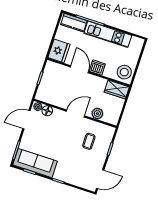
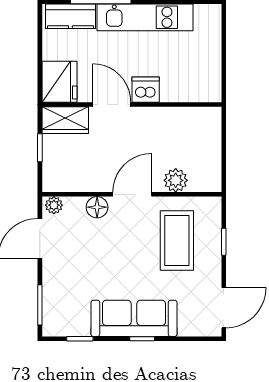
stool: (124, 72) -> (202, 81), removed
wardrobe: (117, 89) -> (65, 120), moved
floor lamp: (47, 111) -> (97, 207), moved
coffee table: (89, 141) -> (177, 240), width x1.86, depth x1.72
sofa: (35, 163) -> (134, 318), moved

